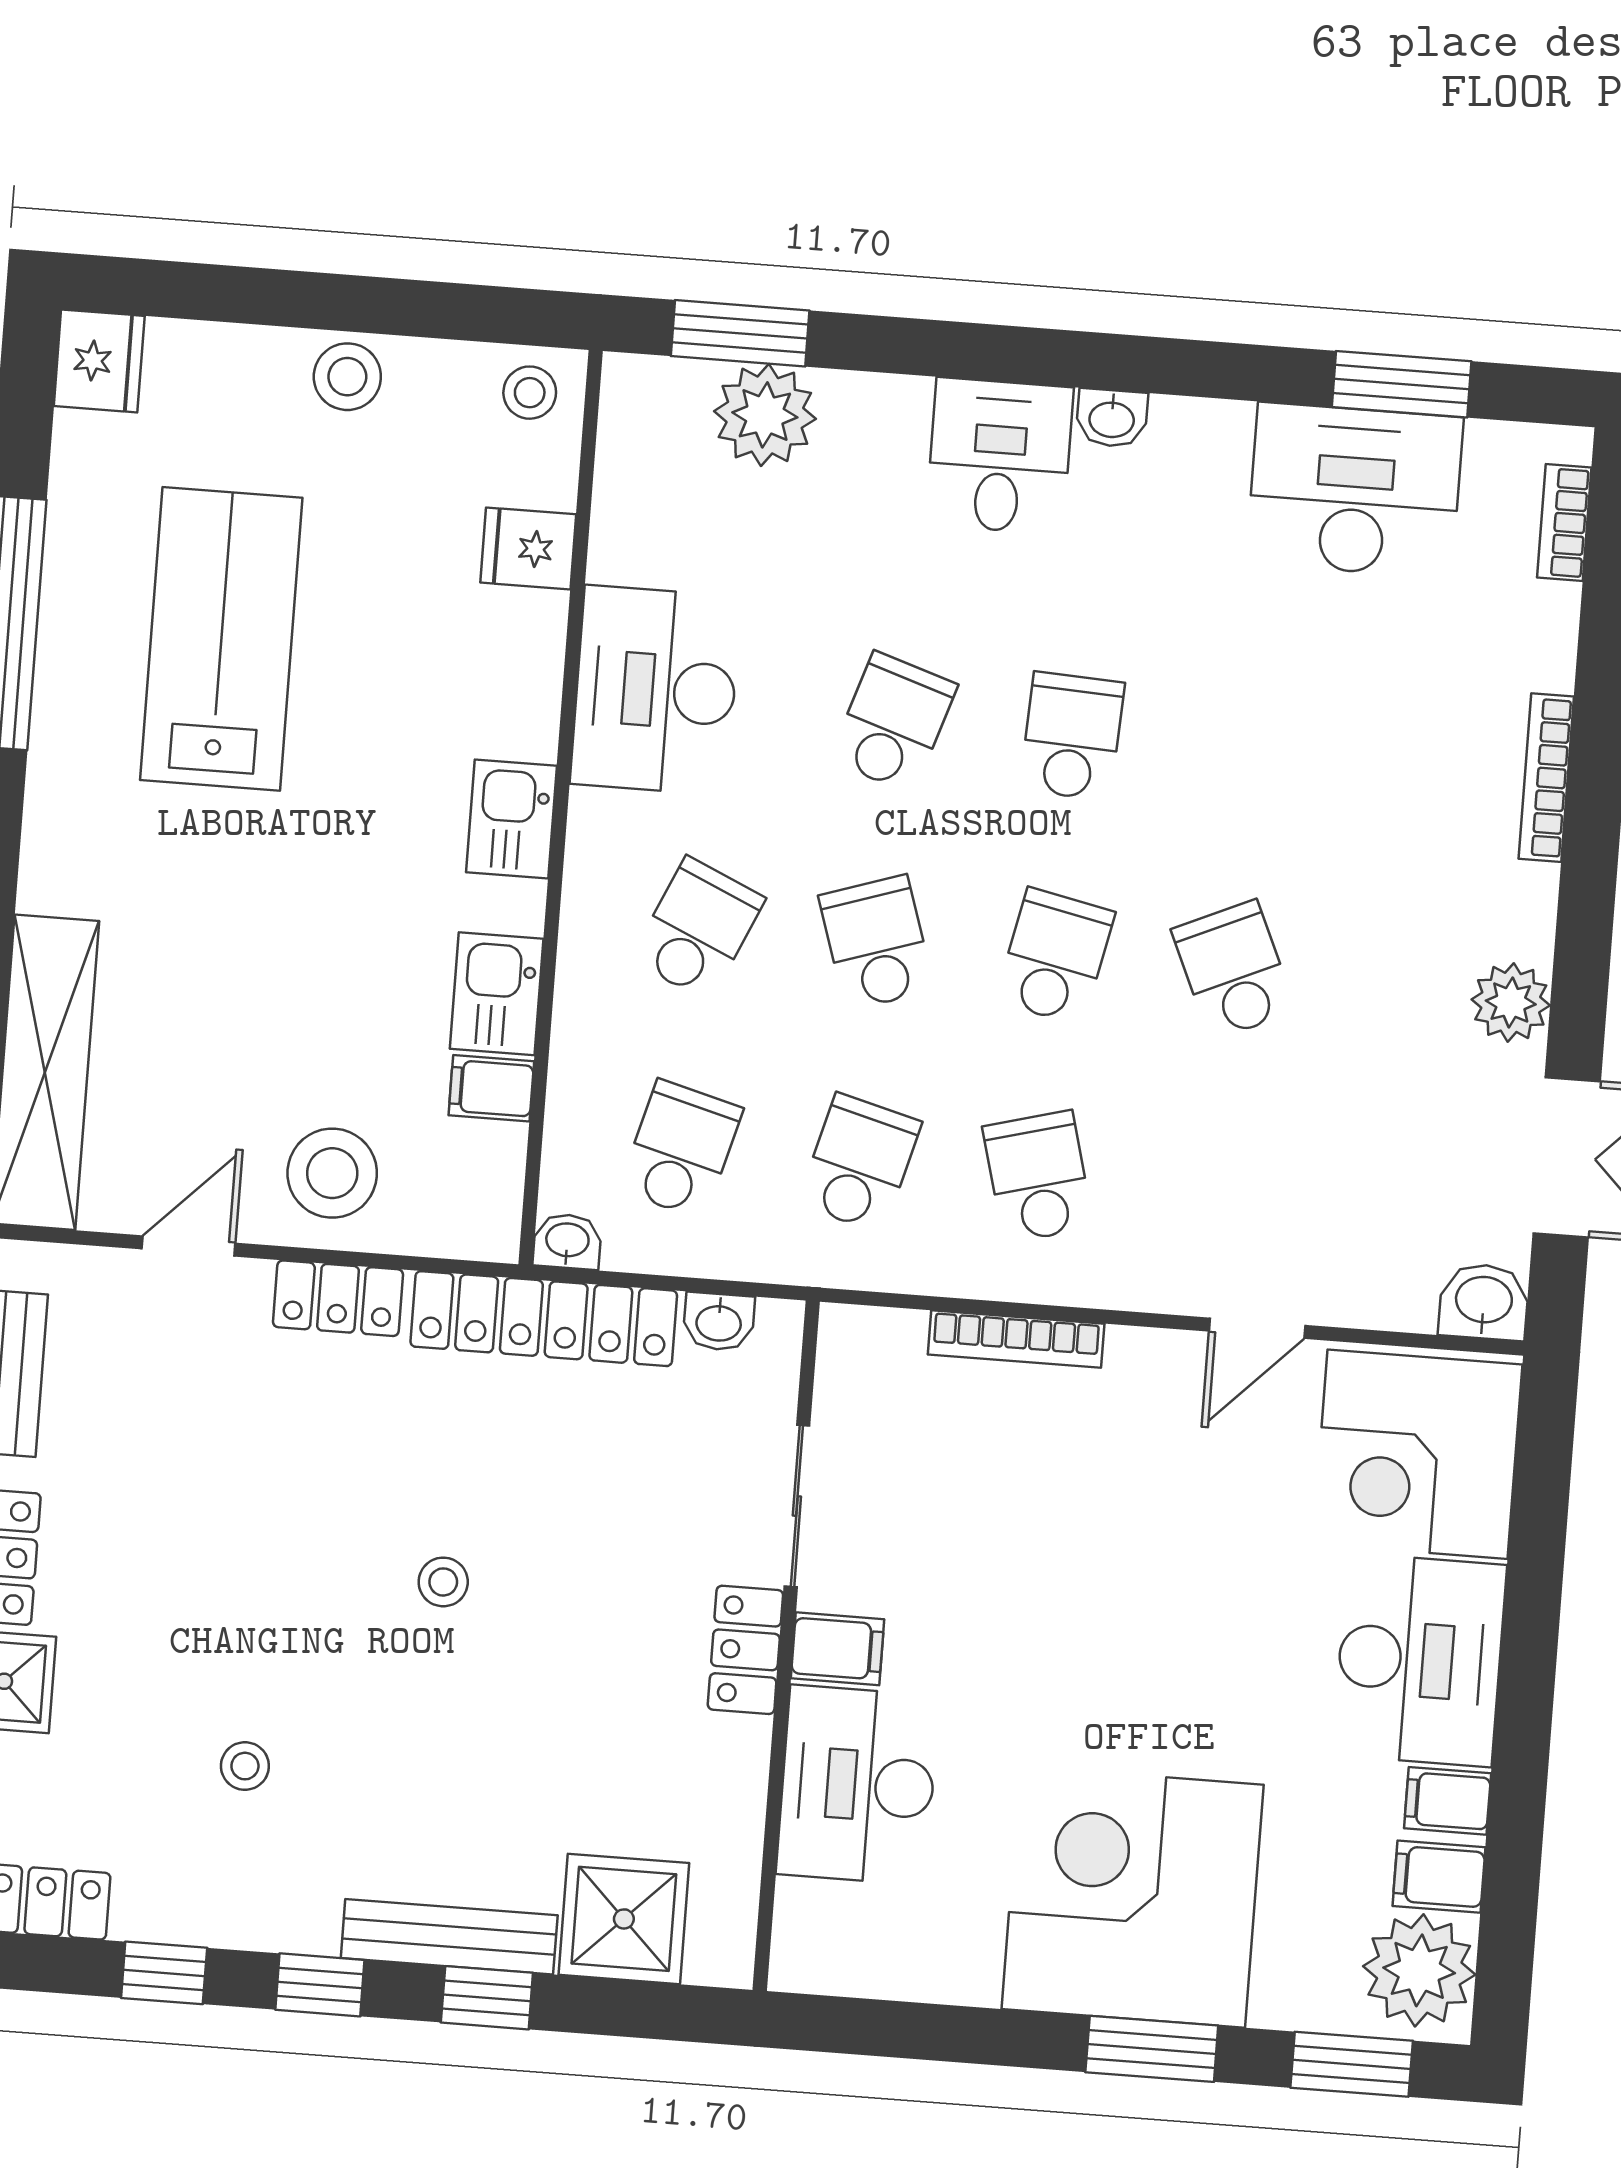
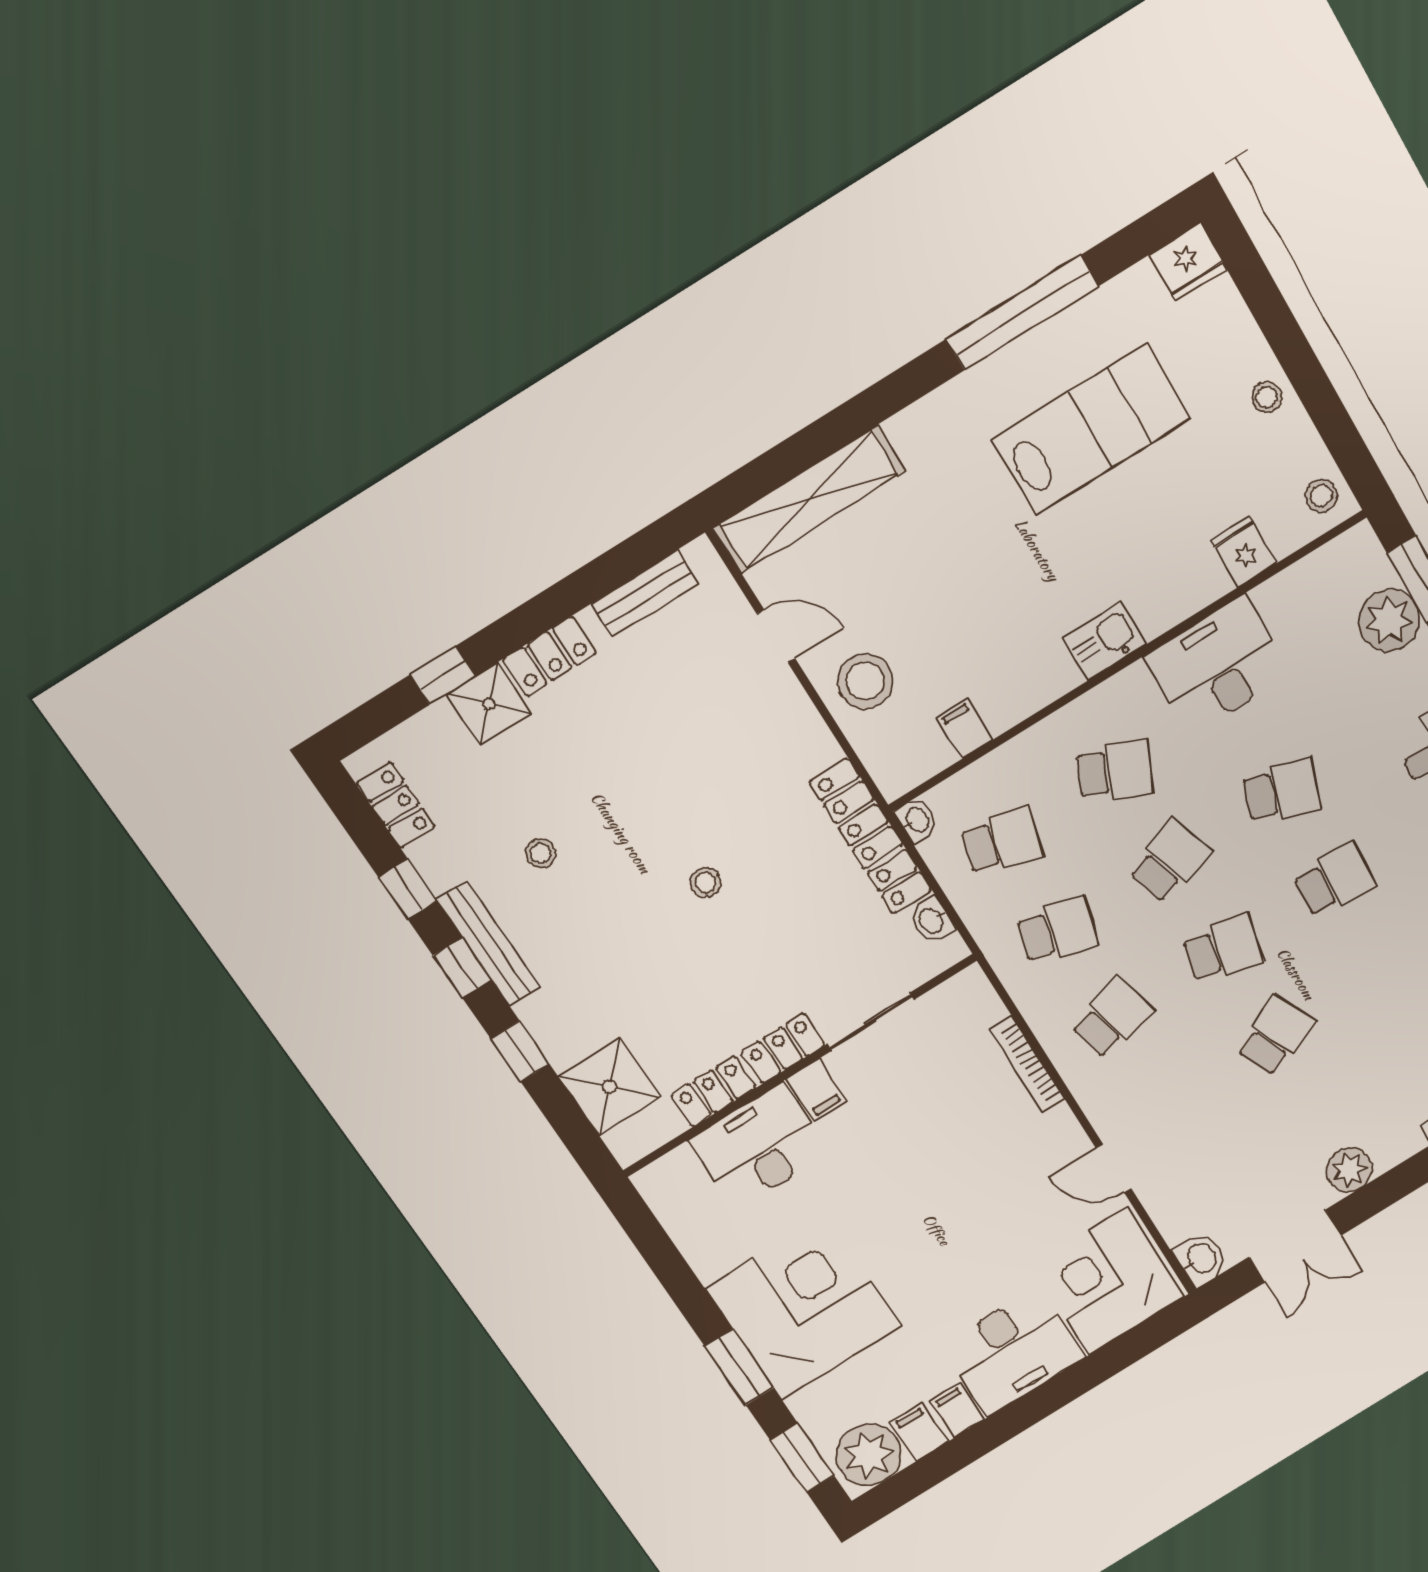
stool: (347, 377) -> (1267, 397), width x0.73, depth x0.73
kitchen sink: (497, 994) -> (1013, 697), removed
locker: (338, 1298) -> (713, 1091), moved, turned 90
bench: (449, 1937) -> (488, 944), moved

